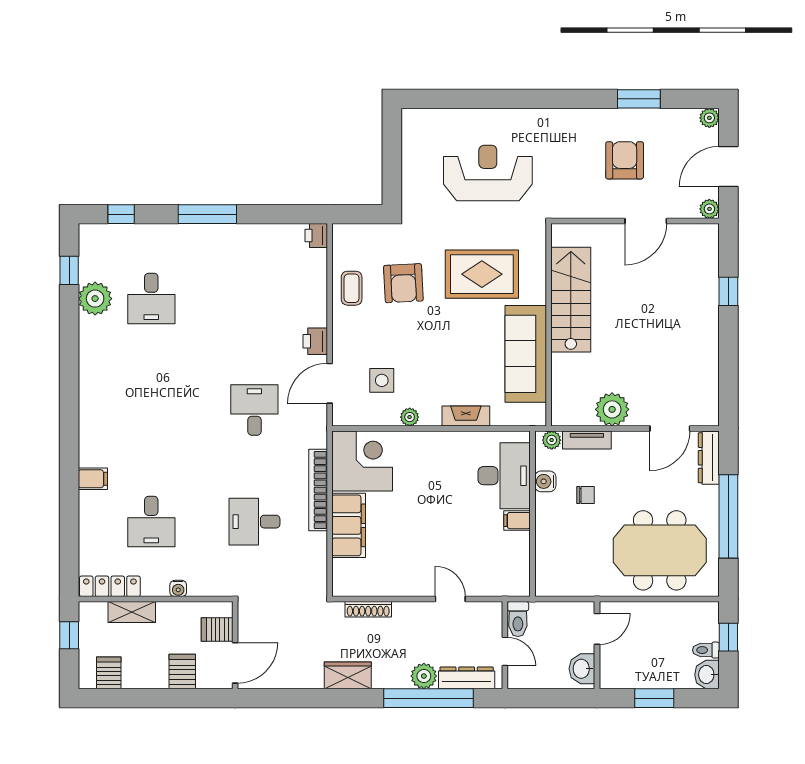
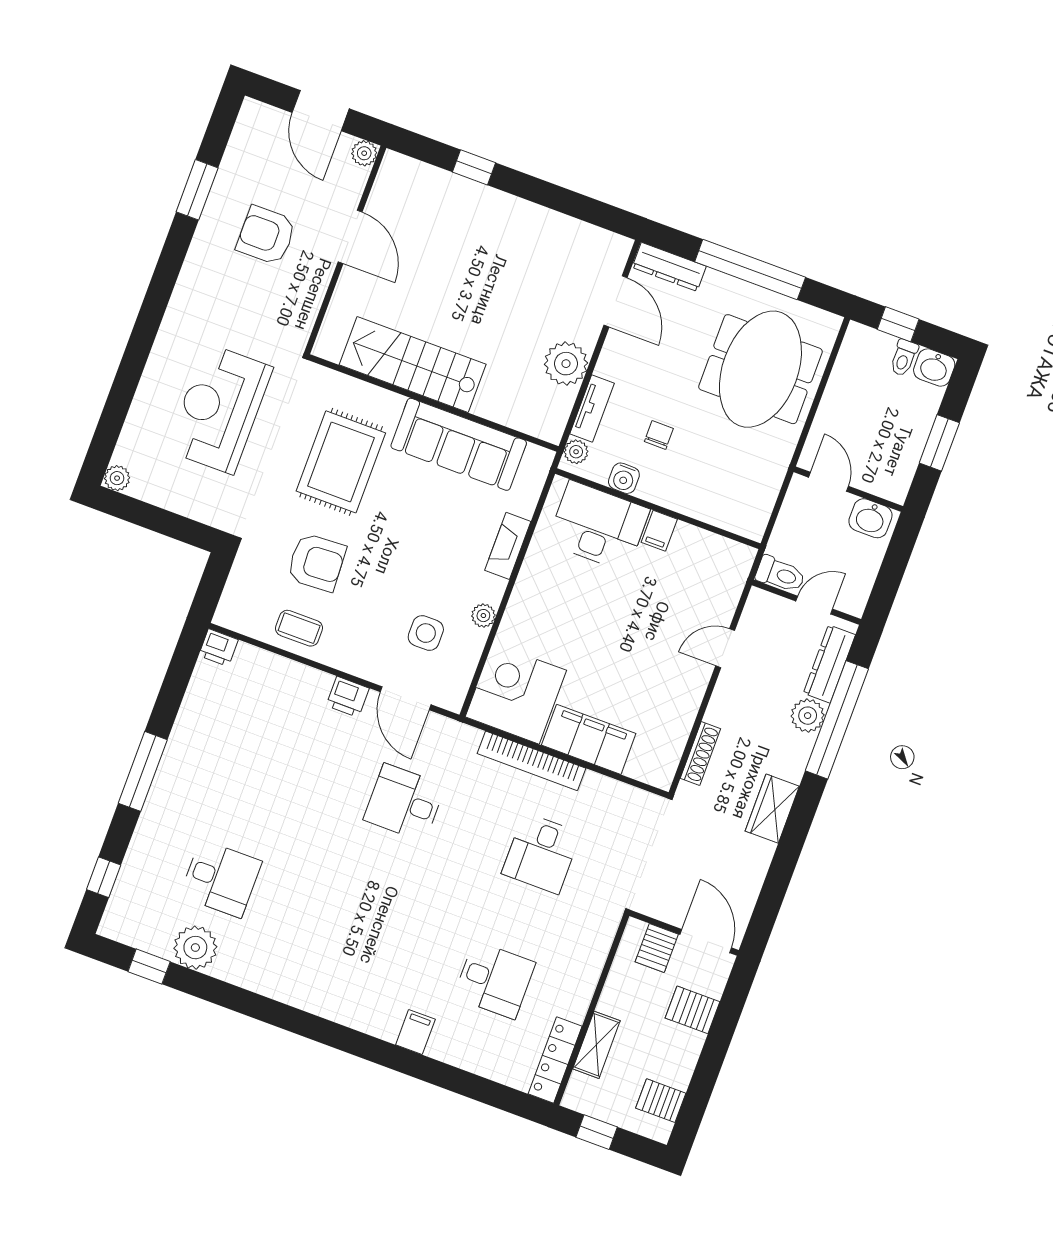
plant: (709, 118) -> (117, 478), moved
water cooler: (178, 588) -> (589, 977), removed

